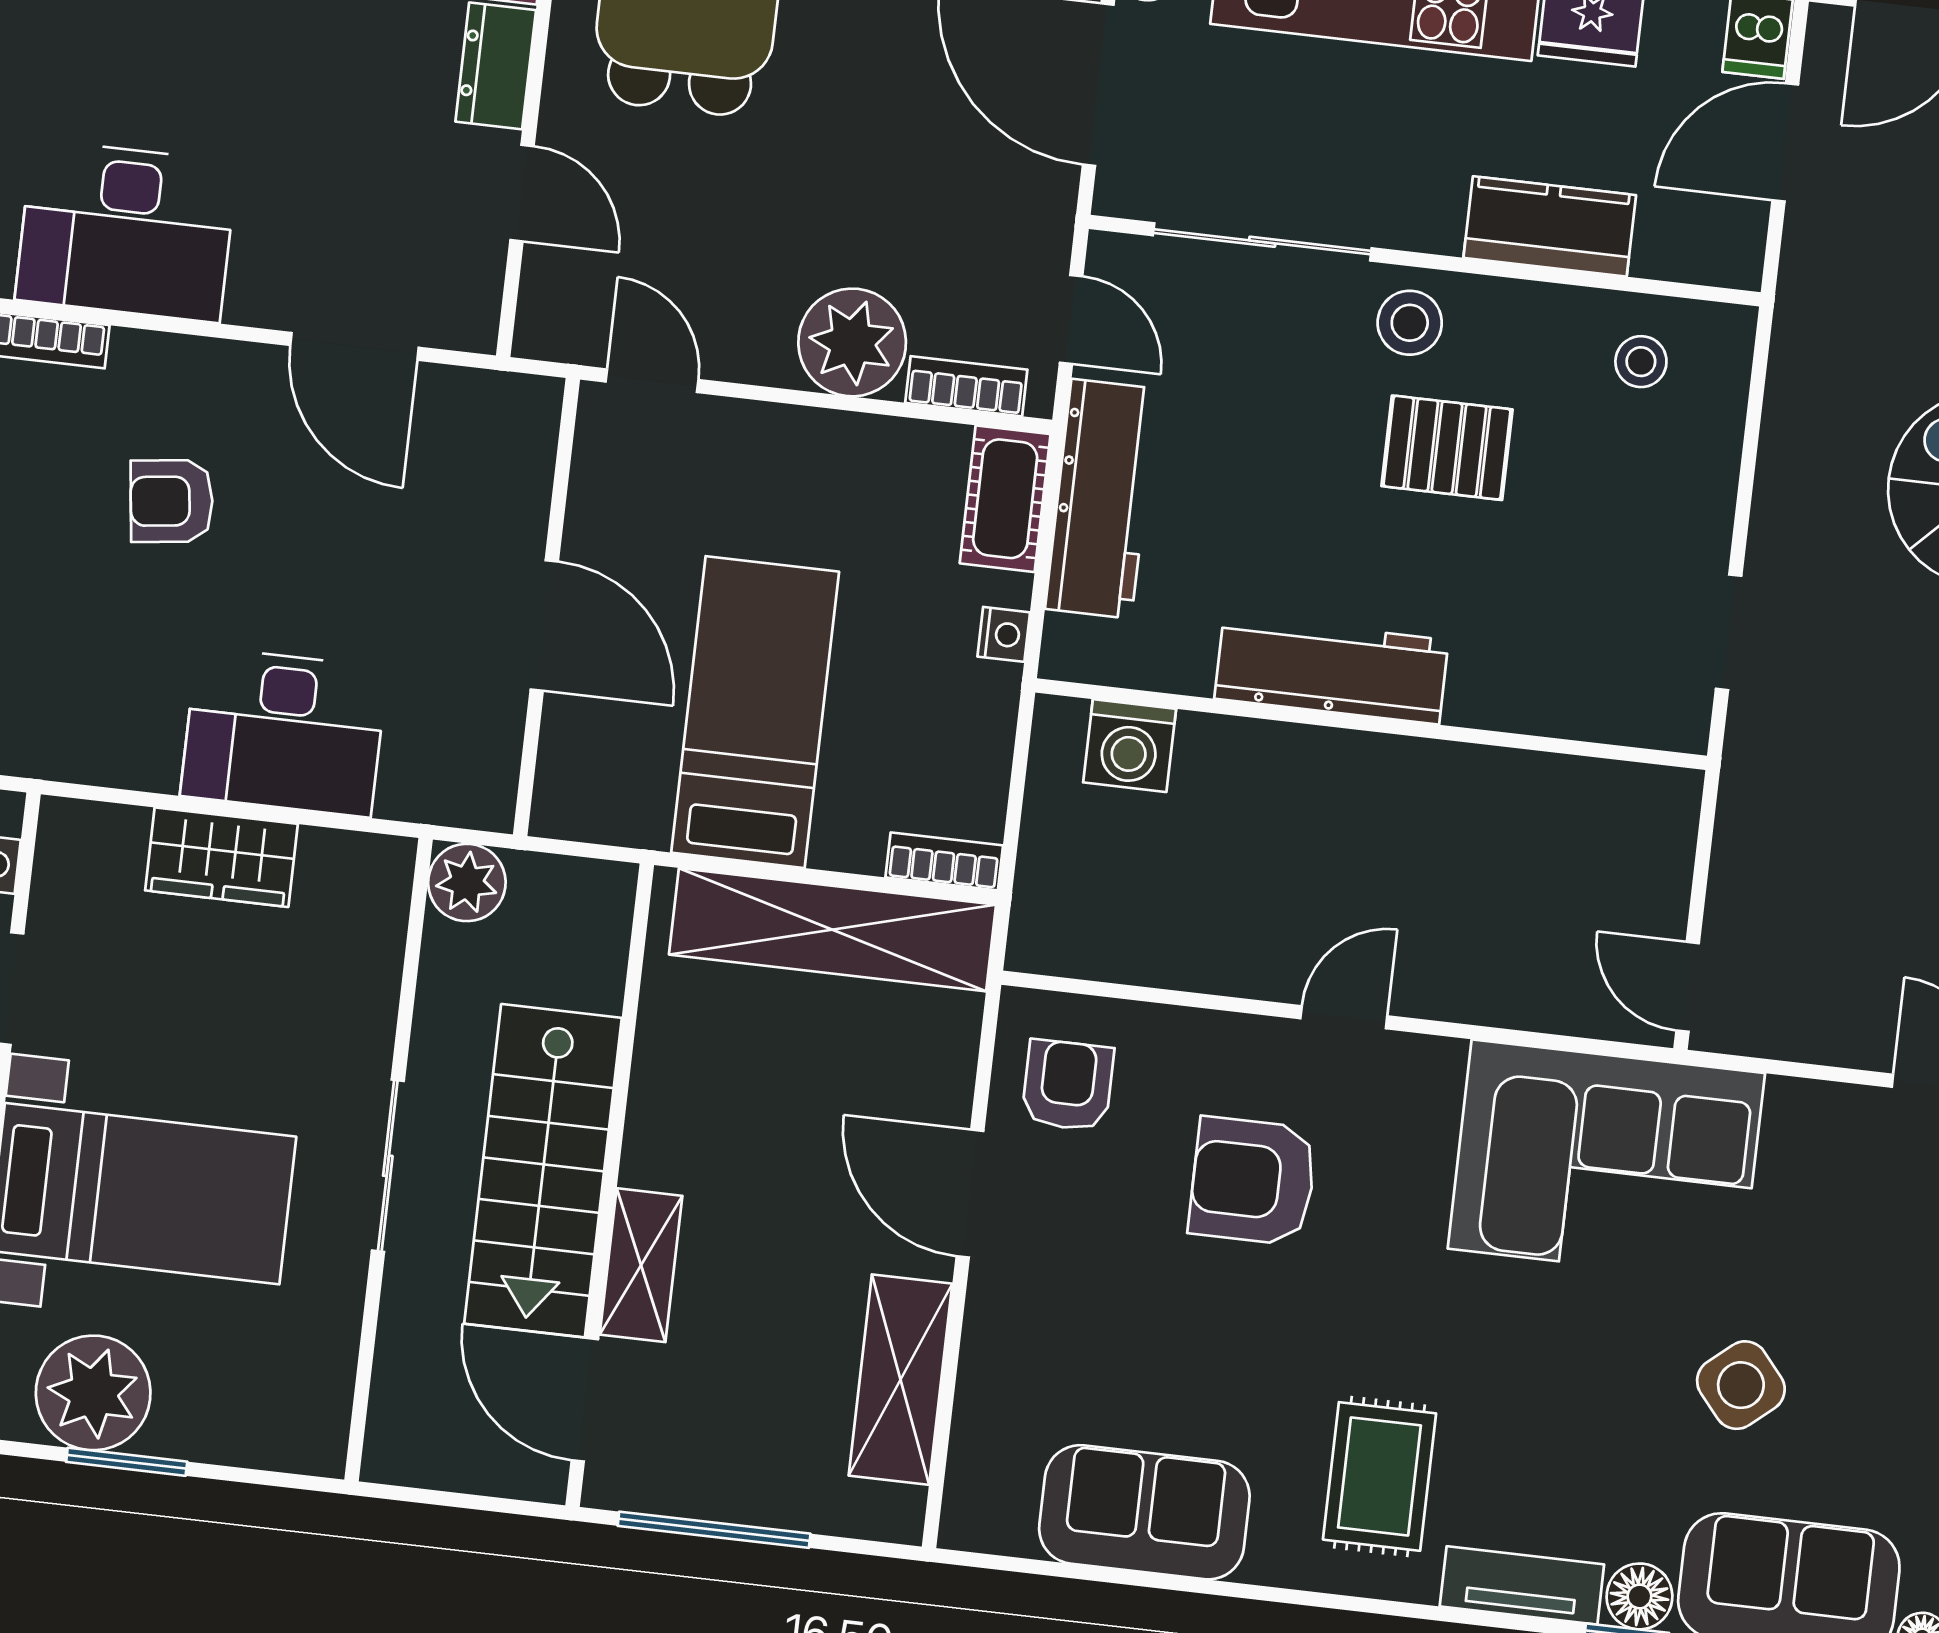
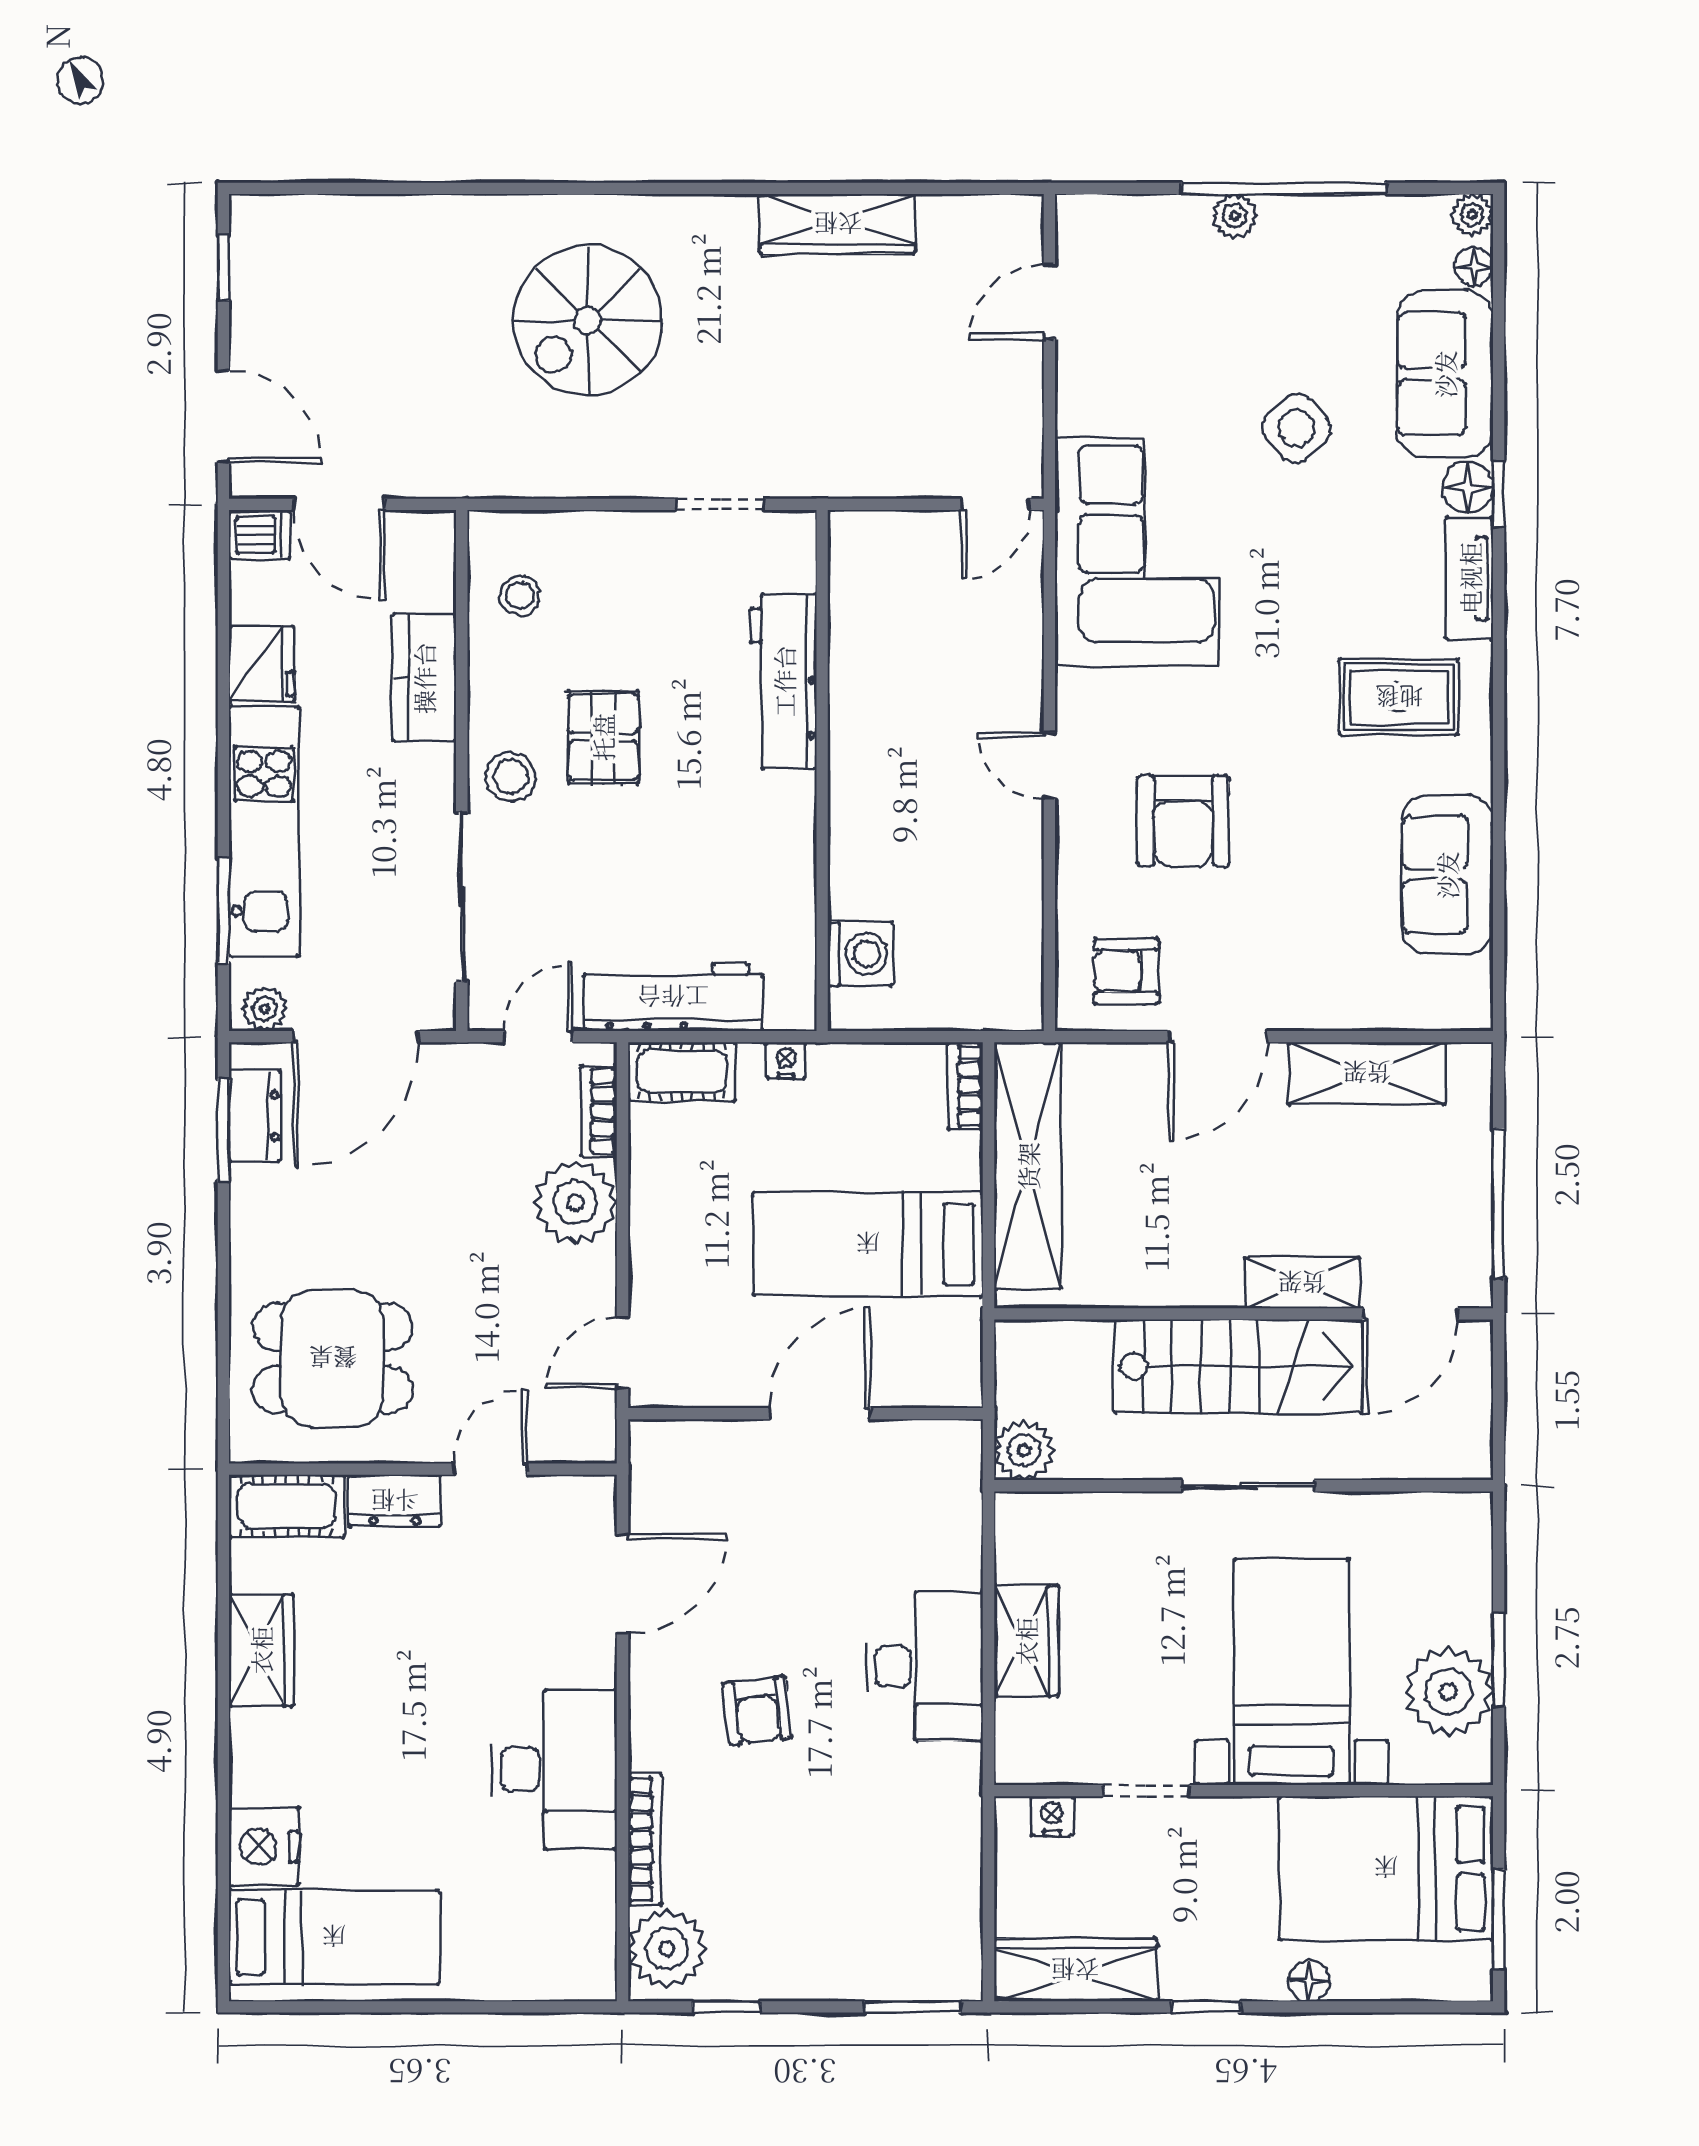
workbench: (1331, 669) -> (784, 681), moved
desk: (284, 732) -> (925, 1666), moved

